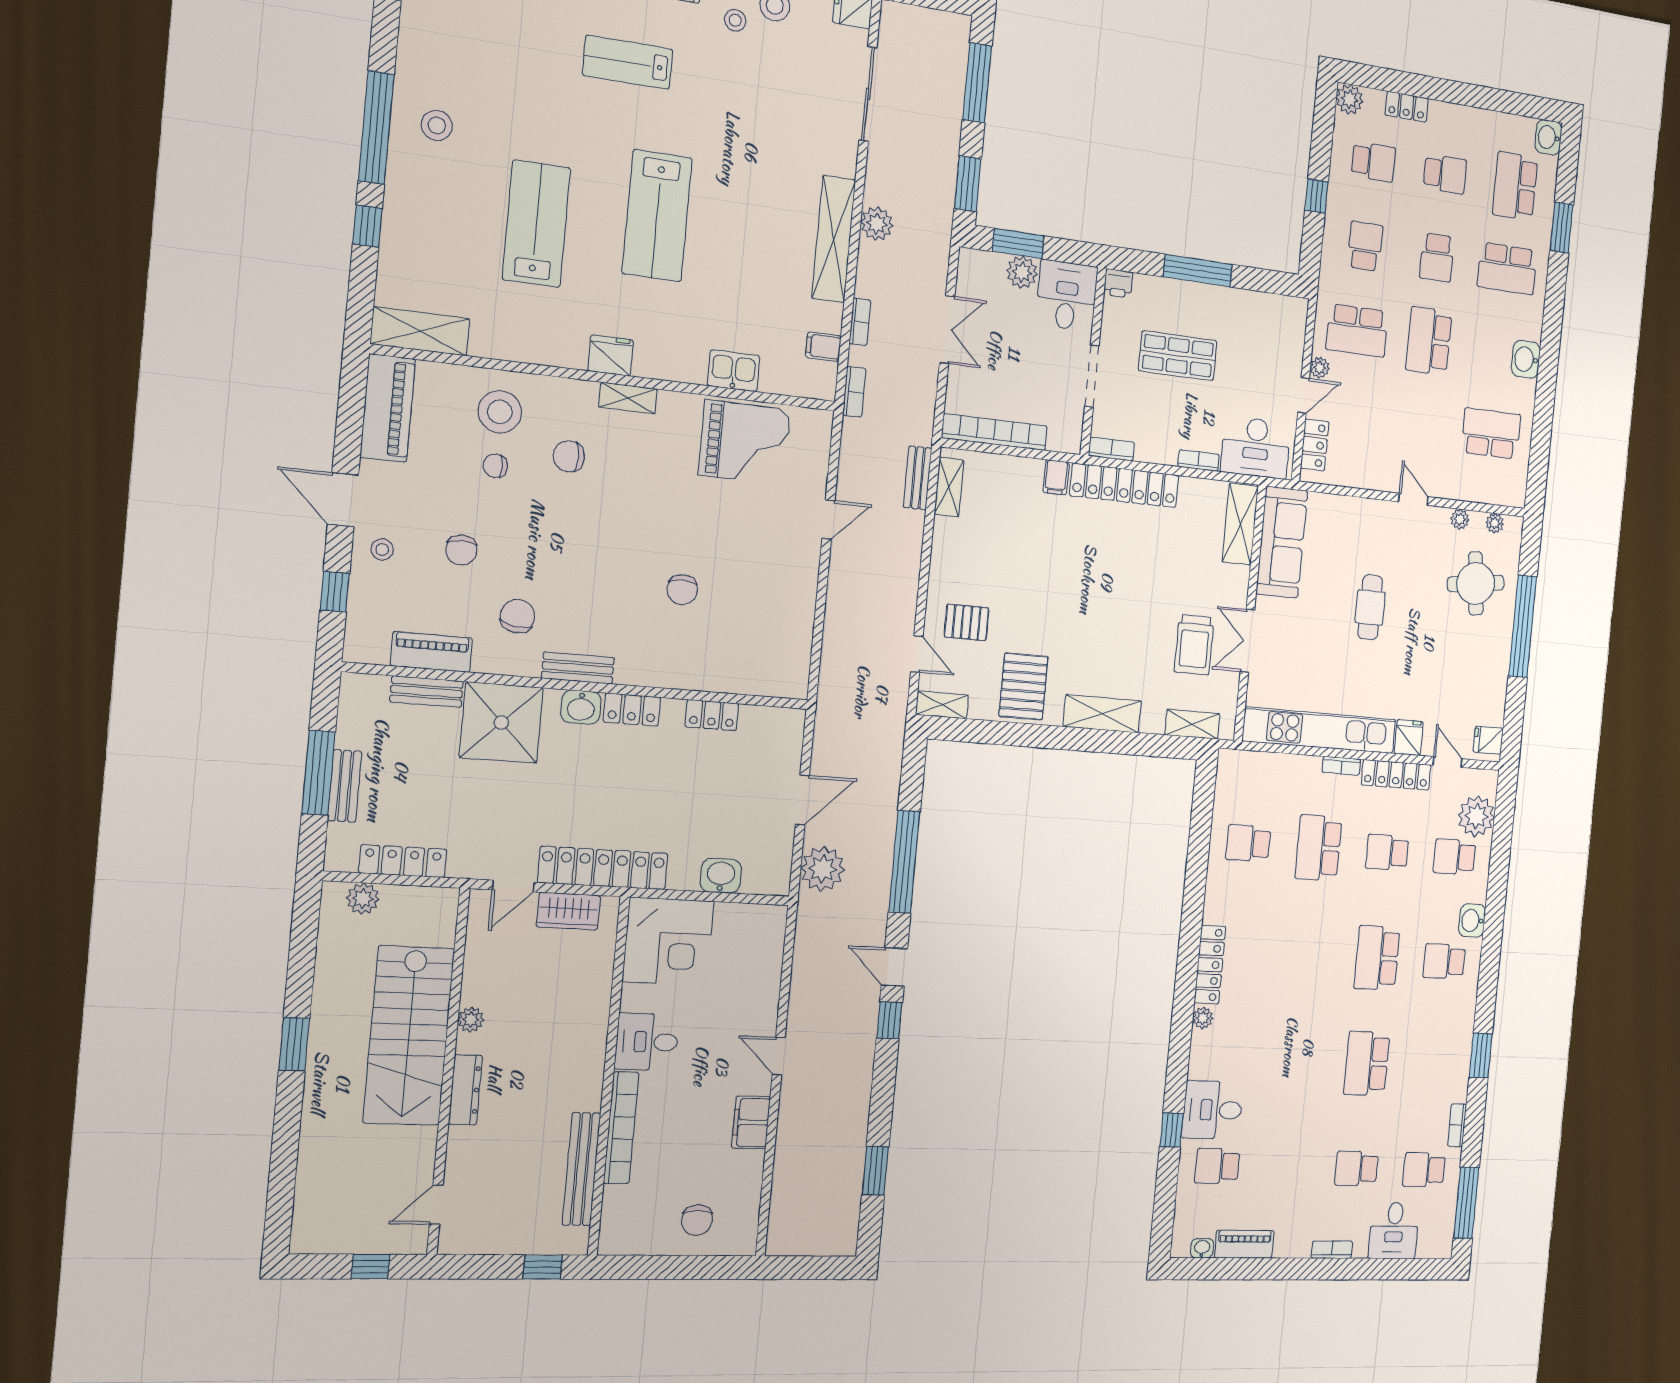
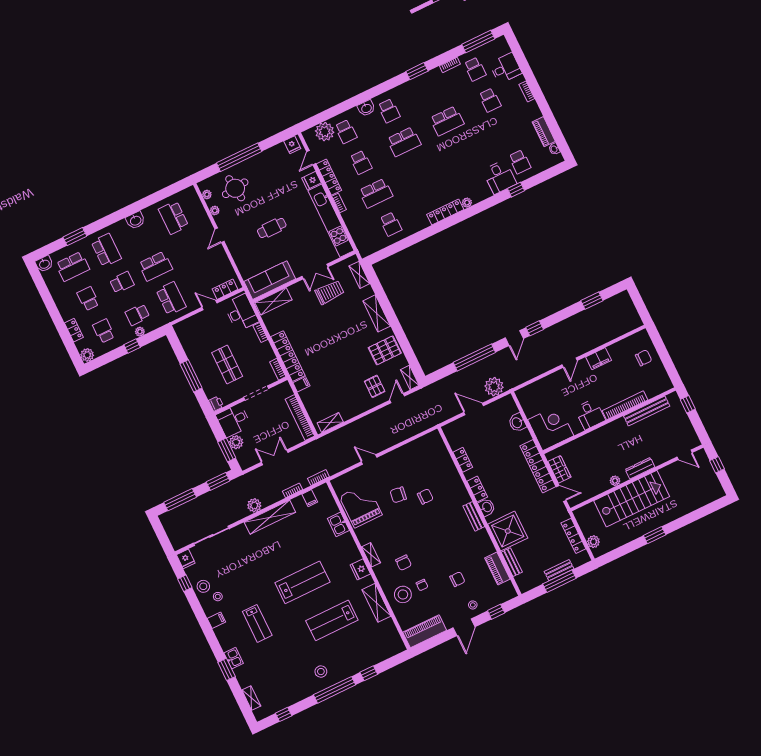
shelving: (420, 331) -> (376, 603), moved
plant: (1320, 368) -> (140, 332), moved
bench: (918, 478) -> (334, 436), removed
chair: (518, 616) -> (398, 495), moved

